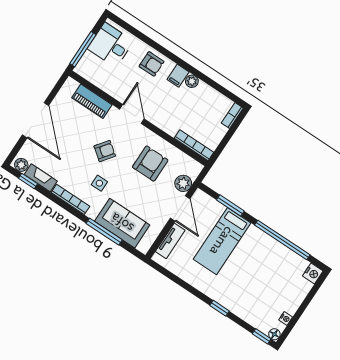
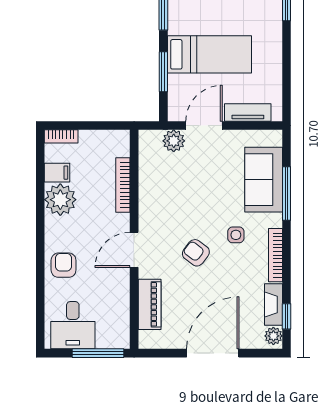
filing cabinet: (178, 76) -> (57, 173), moved
plant: (192, 81) -> (60, 200), width x1.87, depth x1.87
bookcase: (194, 145) -> (123, 185), moved
armchair: (150, 164) -> (176, 193), removed

